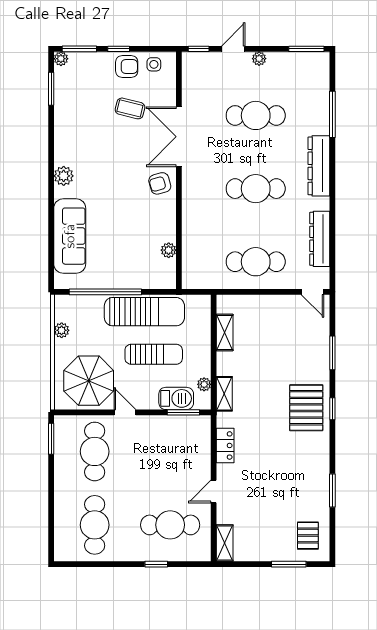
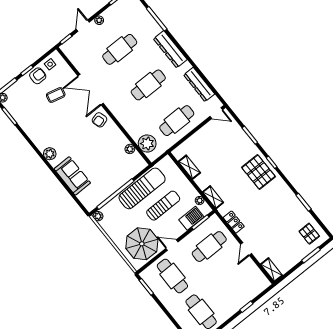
sofa: (70, 236) -> (72, 176), width x0.73
plant: (196, 261) -> (147, 144), added
plant: (62, 330) -> (98, 216), moved
cafe table: (170, 525) -> (209, 247), moved

